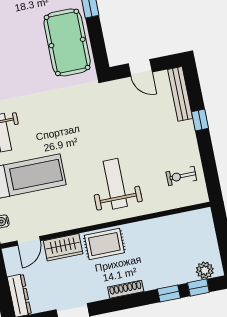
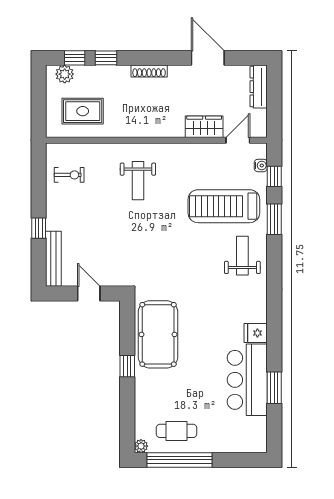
weight bench: (115, 184) -> (138, 181), width x0.73, depth x0.75
rug: (104, 244) -> (83, 111), moved

